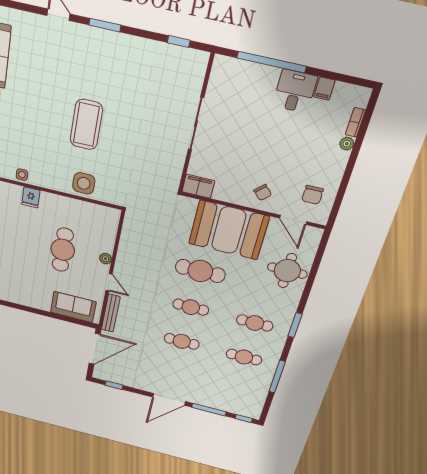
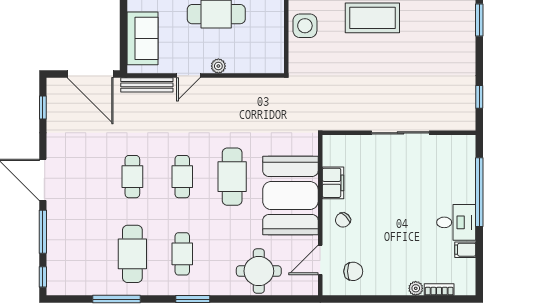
filing cabinet: (198, 186) -> (333, 183), moved
chair: (313, 195) -> (353, 271), turned 180
cafe table: (244, 357) -> (132, 254), width x1.37, depth x1.35

